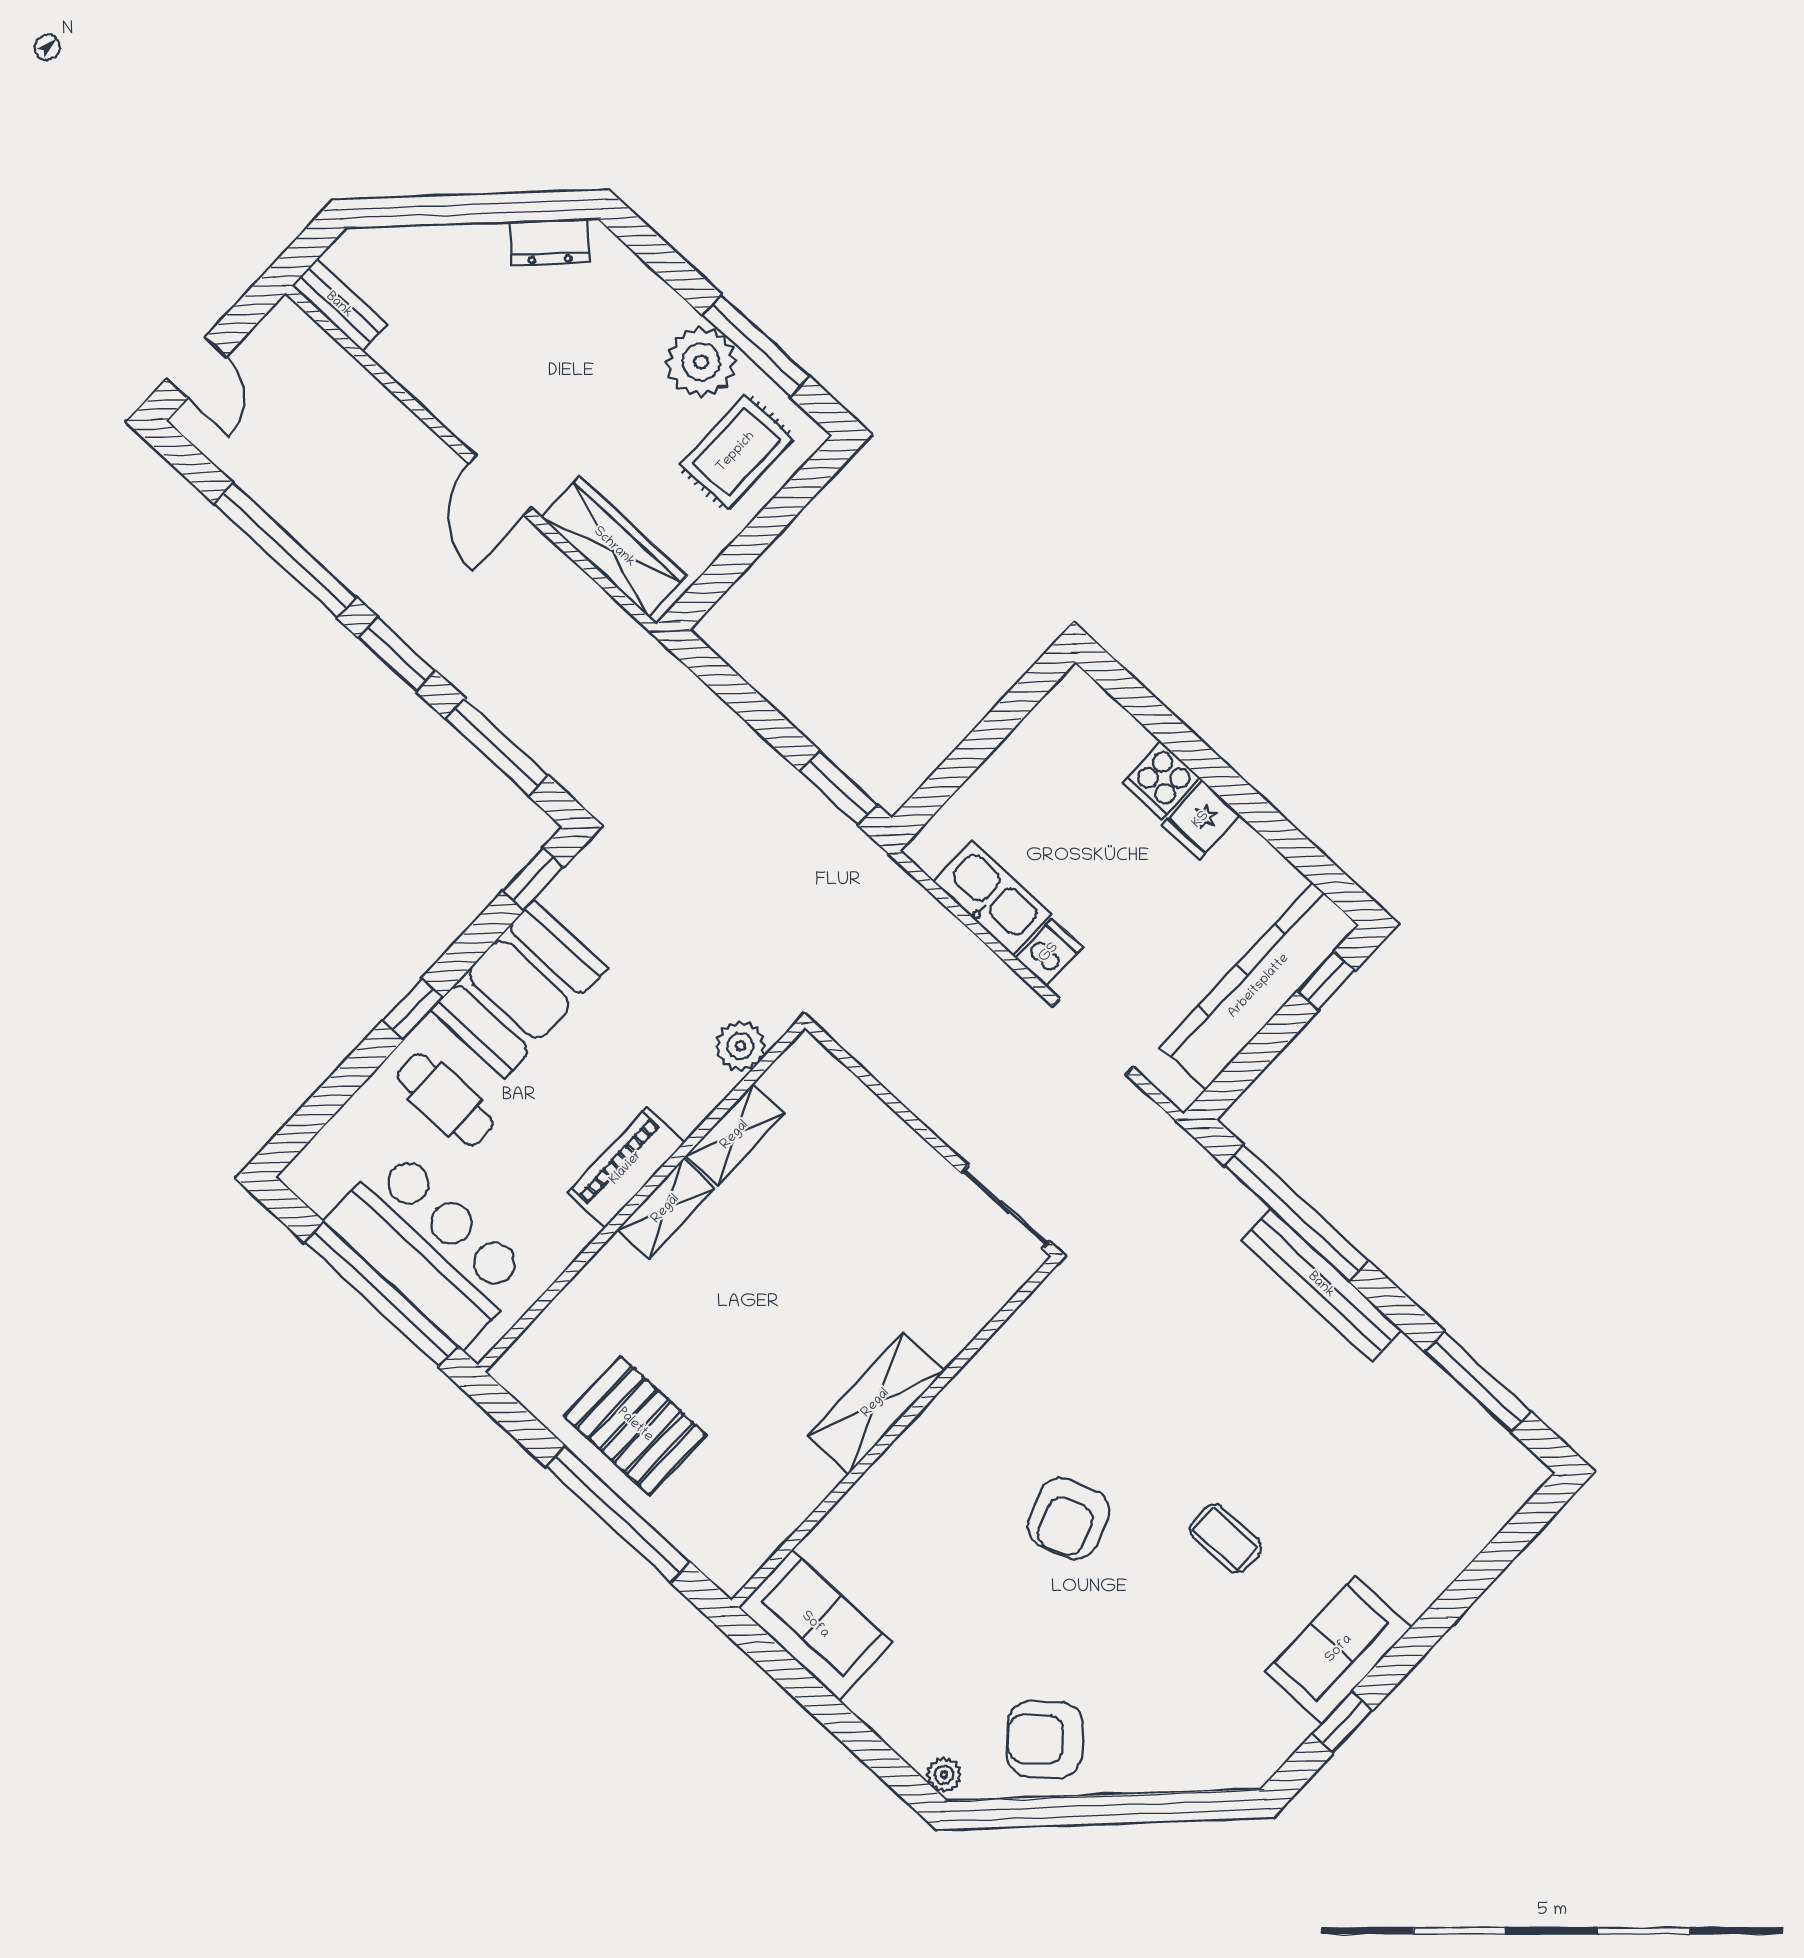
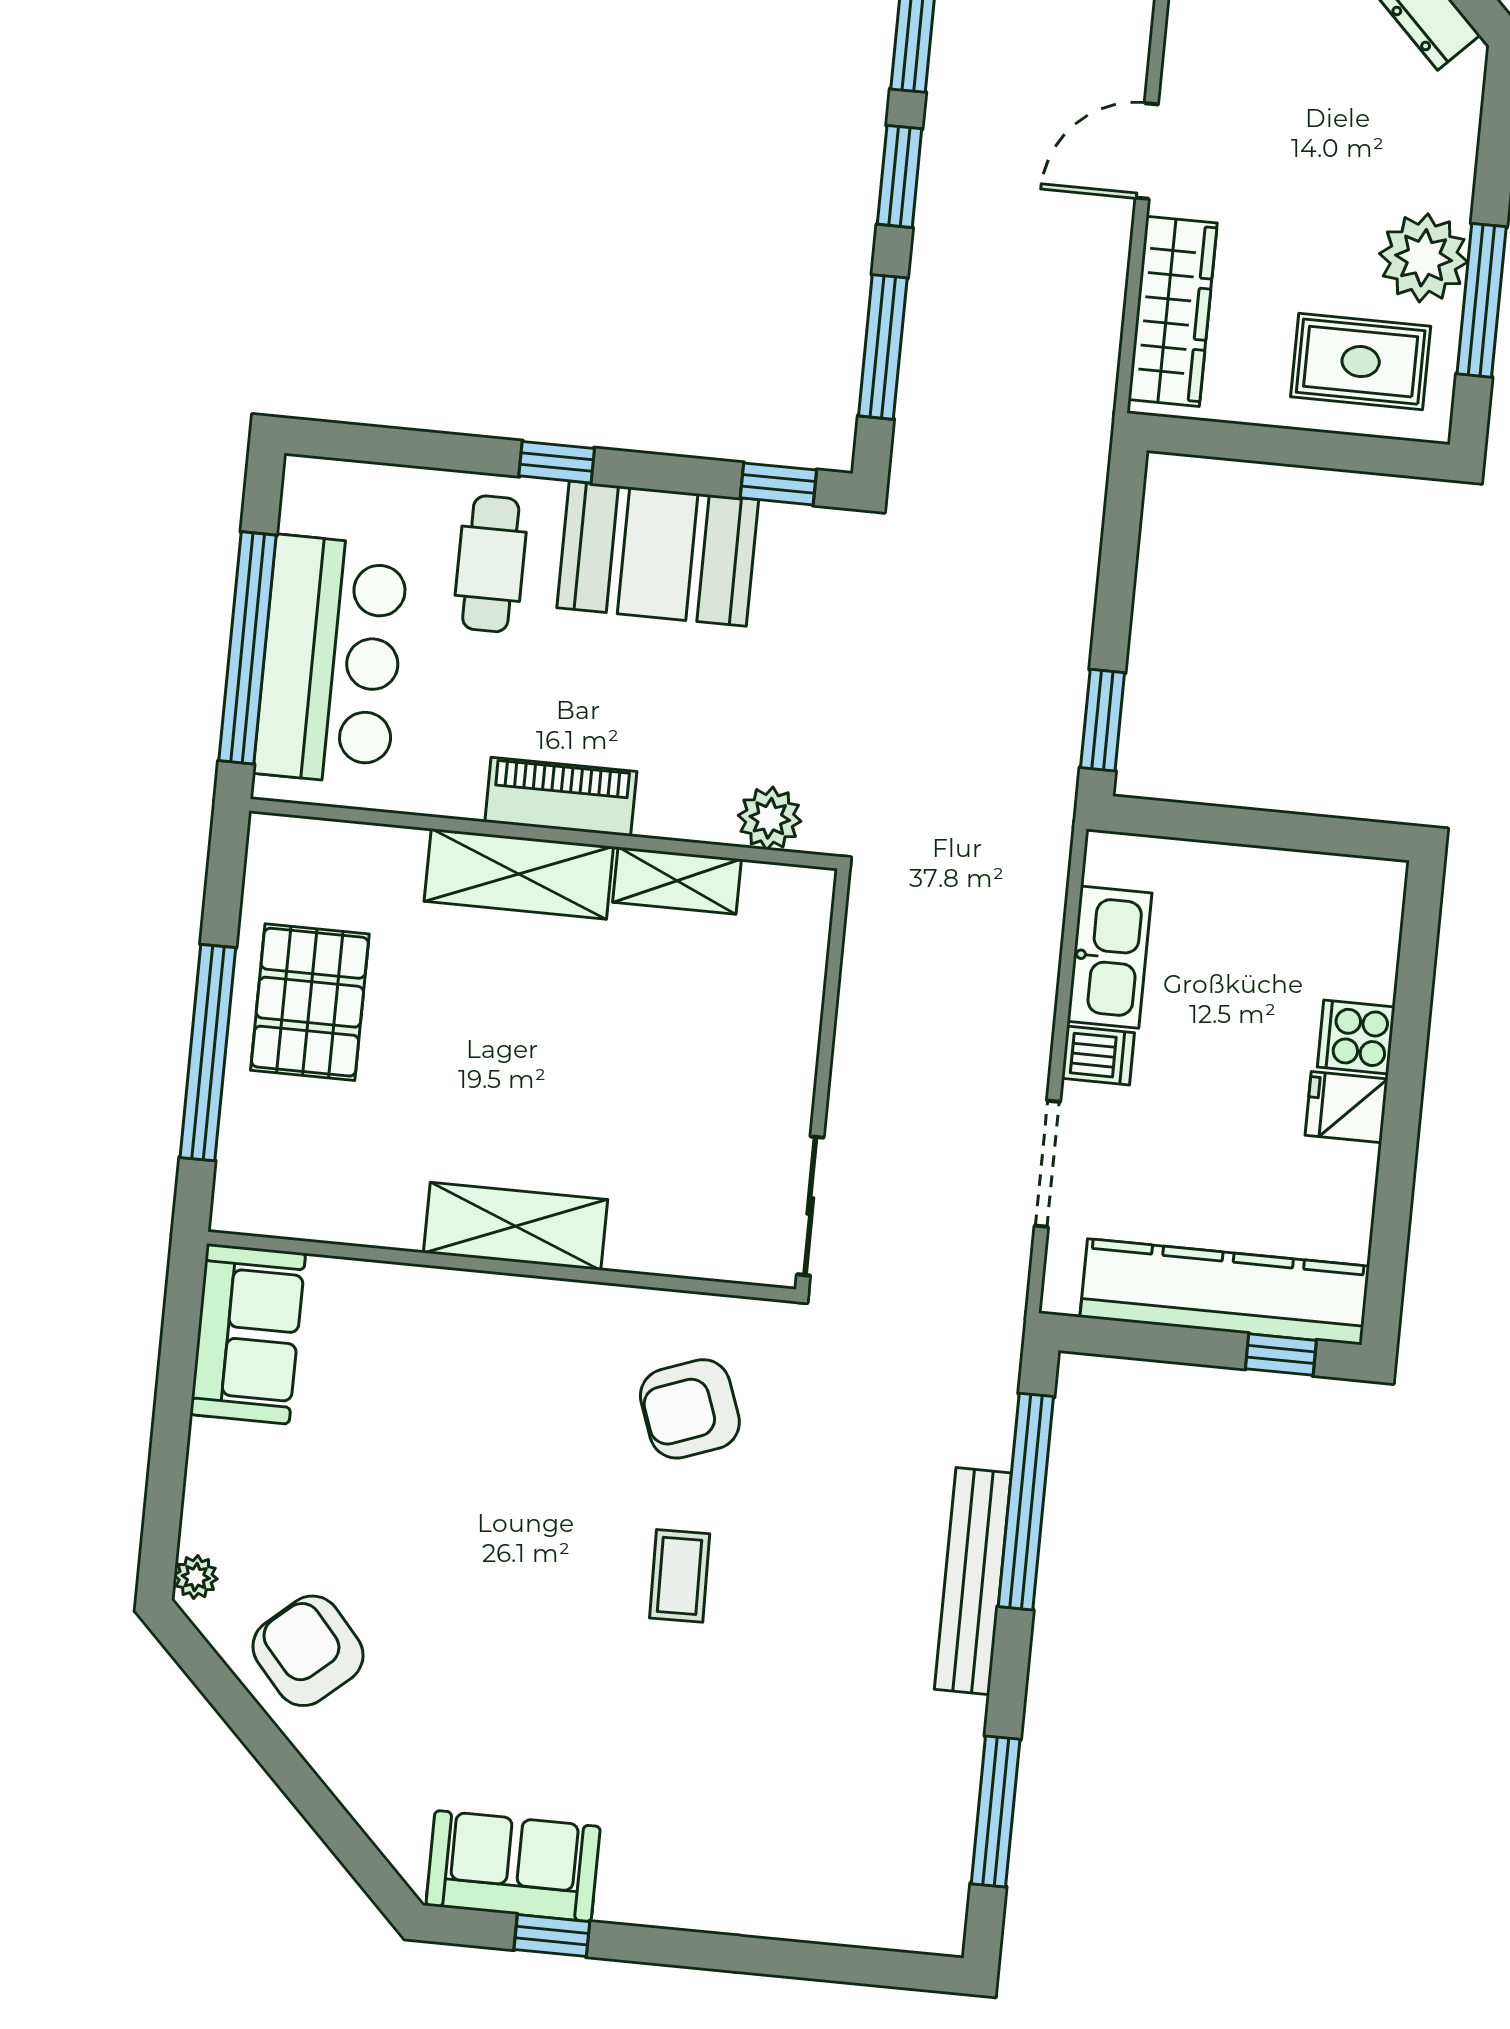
shelving: (666, 1209) -> (519, 874), width x1.50, depth x1.33
armchair: (1068, 1518) -> (690, 1409), moved
coffee table: (1225, 1538) -> (680, 1576), moved
sofa: (1339, 1649) -> (513, 1866), moved

